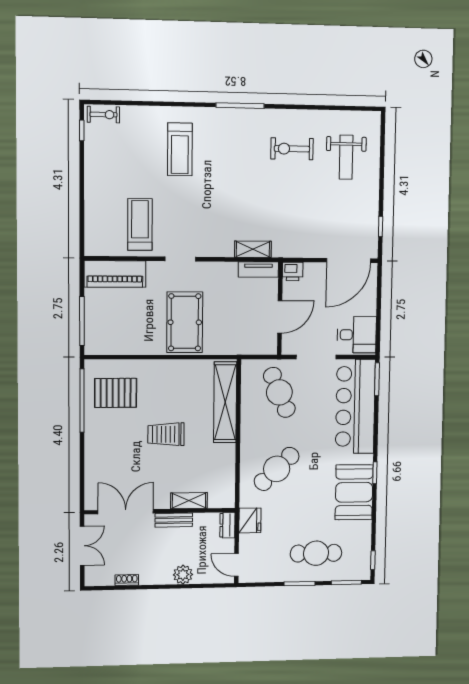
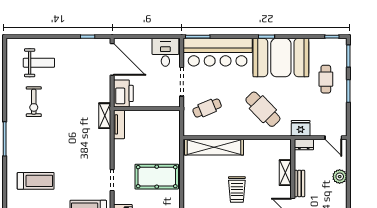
shelving: (253, 249) -> (105, 116), moved
printer: (293, 271) -> (123, 93), width x1.87, depth x1.48
door: (280, 317) -> (153, 109), removed
cafe table: (279, 392) -> (207, 108), width x0.73, depth x0.74
booth: (354, 492) -> (281, 58), width x1.36, depth x1.42
cafe table: (316, 553) -> (326, 79), width x0.73, depth x0.74
door: (236, 565) -> (333, 138), hinge flipped

